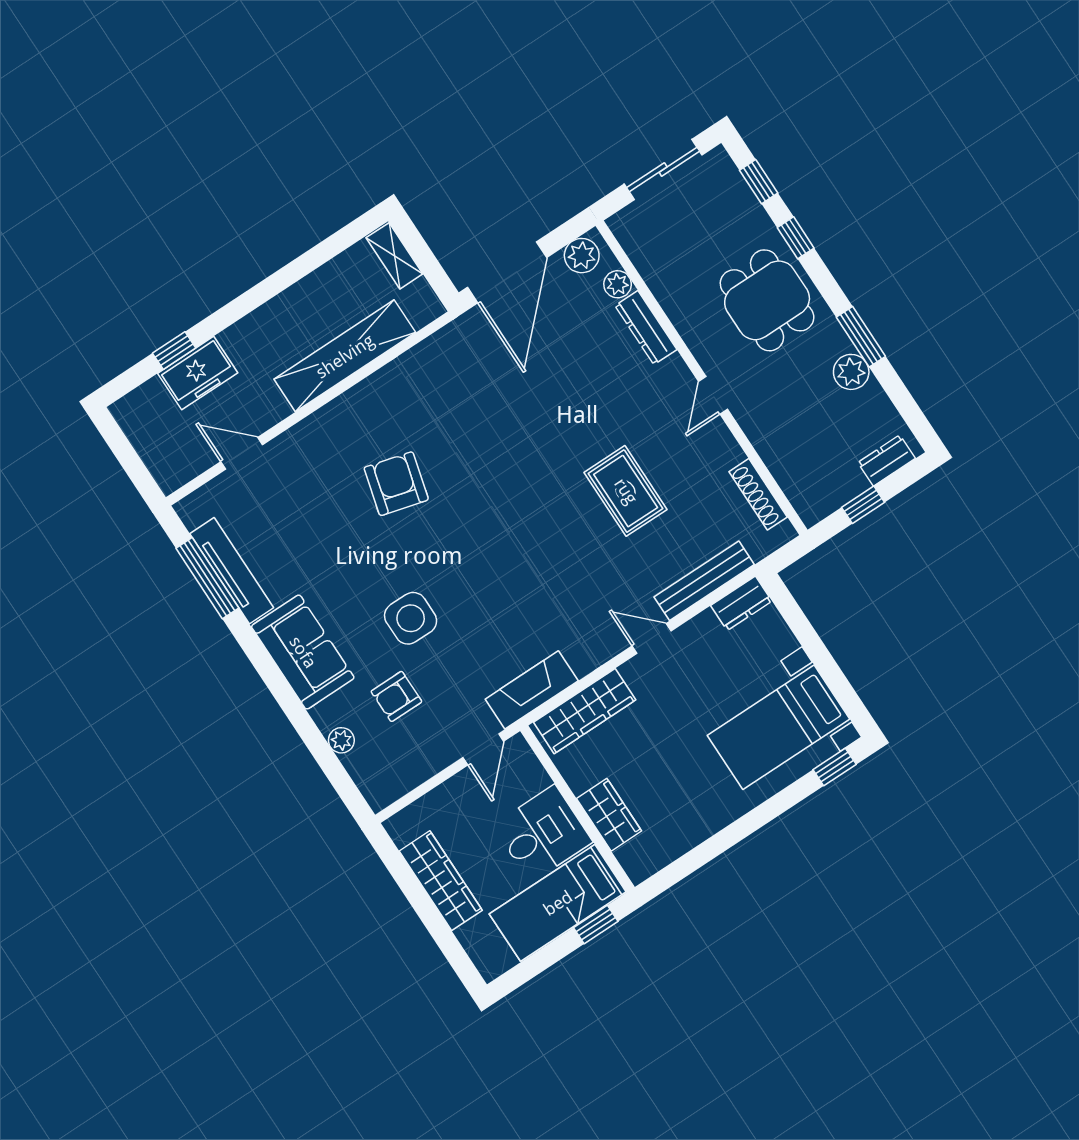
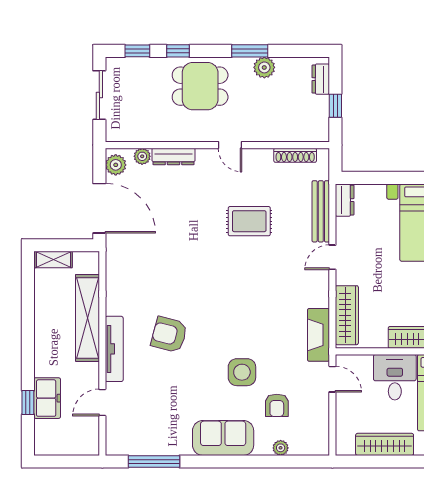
tv unit: (232, 571) -> (114, 349), moved, turned 90

